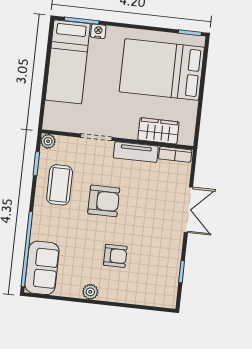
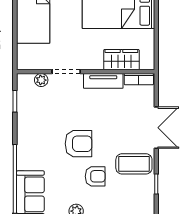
plant: (48, 141) -> (41, 80), moved
coffee table: (60, 185) -> (134, 164), moved, turned 90
armchair: (104, 201) -> (78, 144), moved

